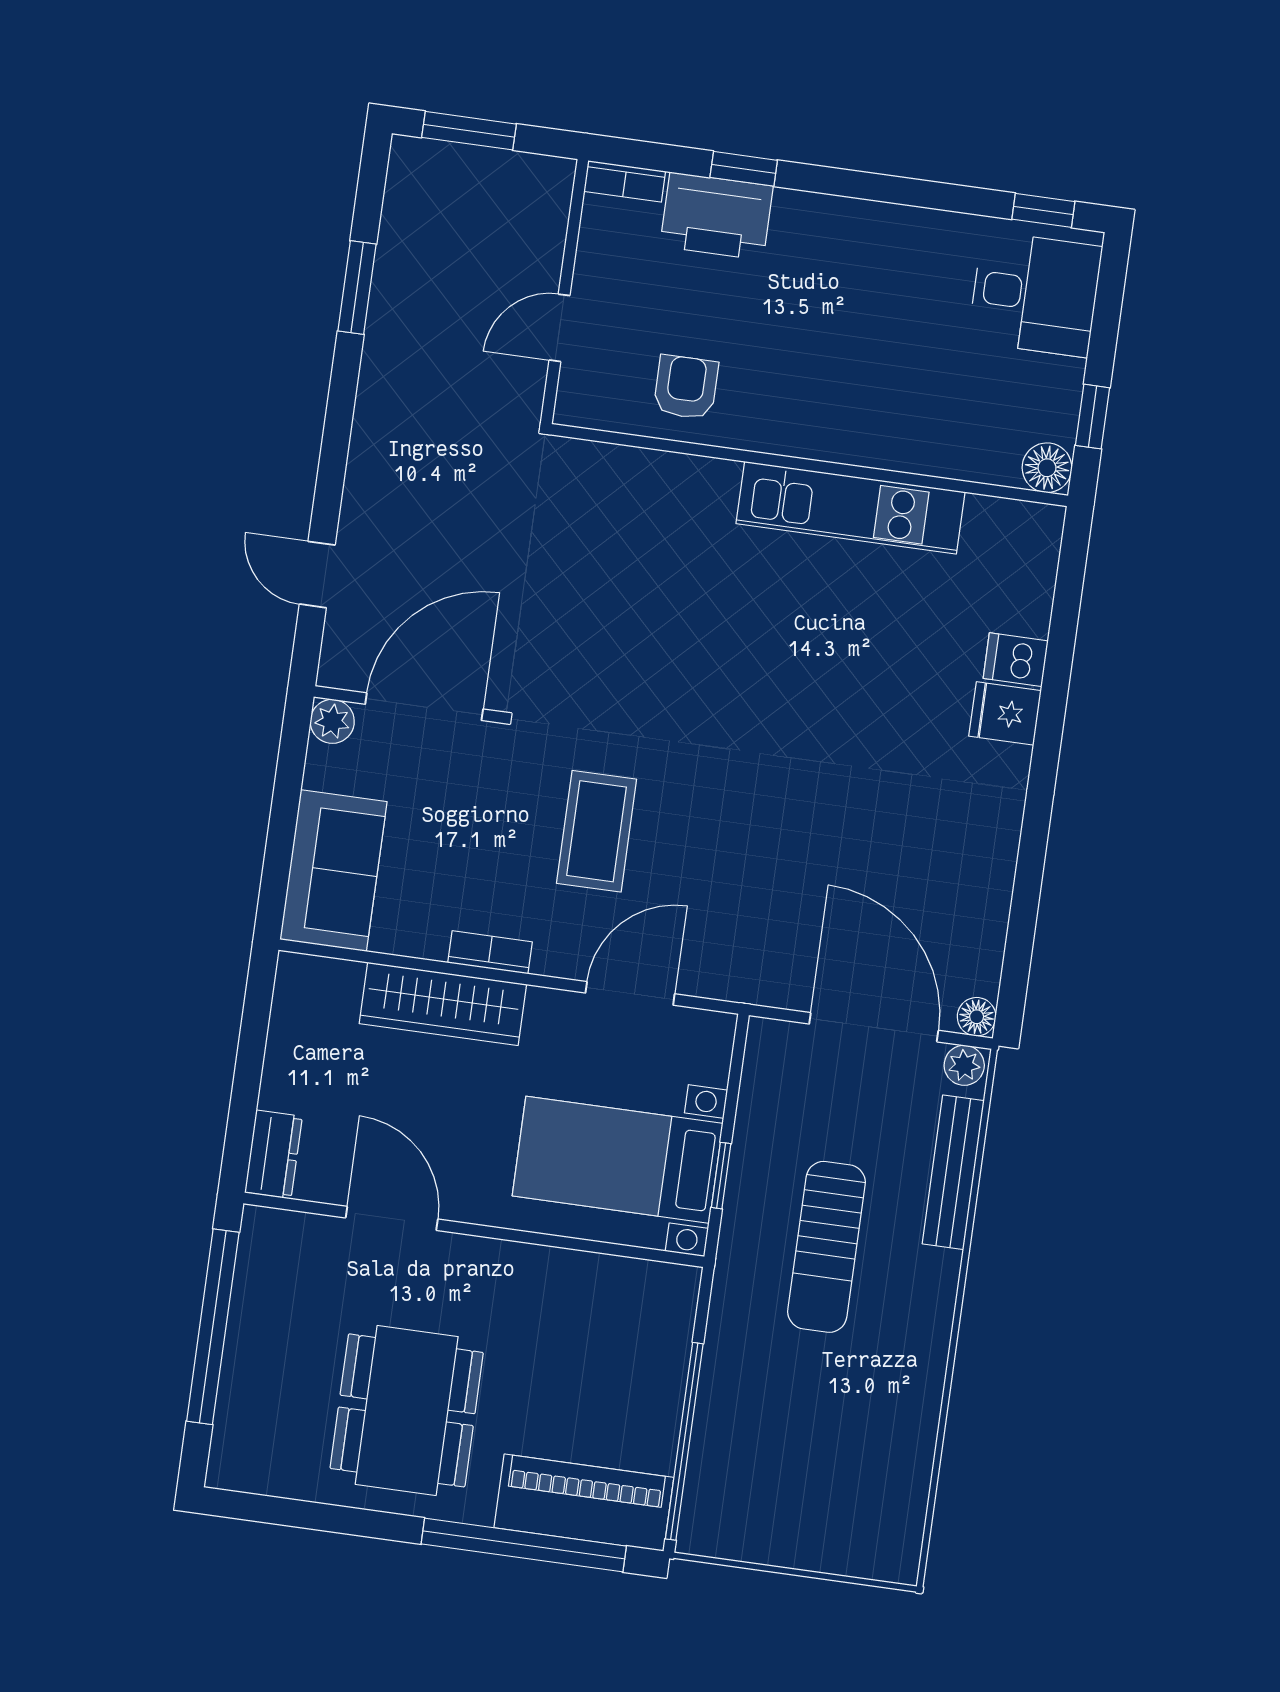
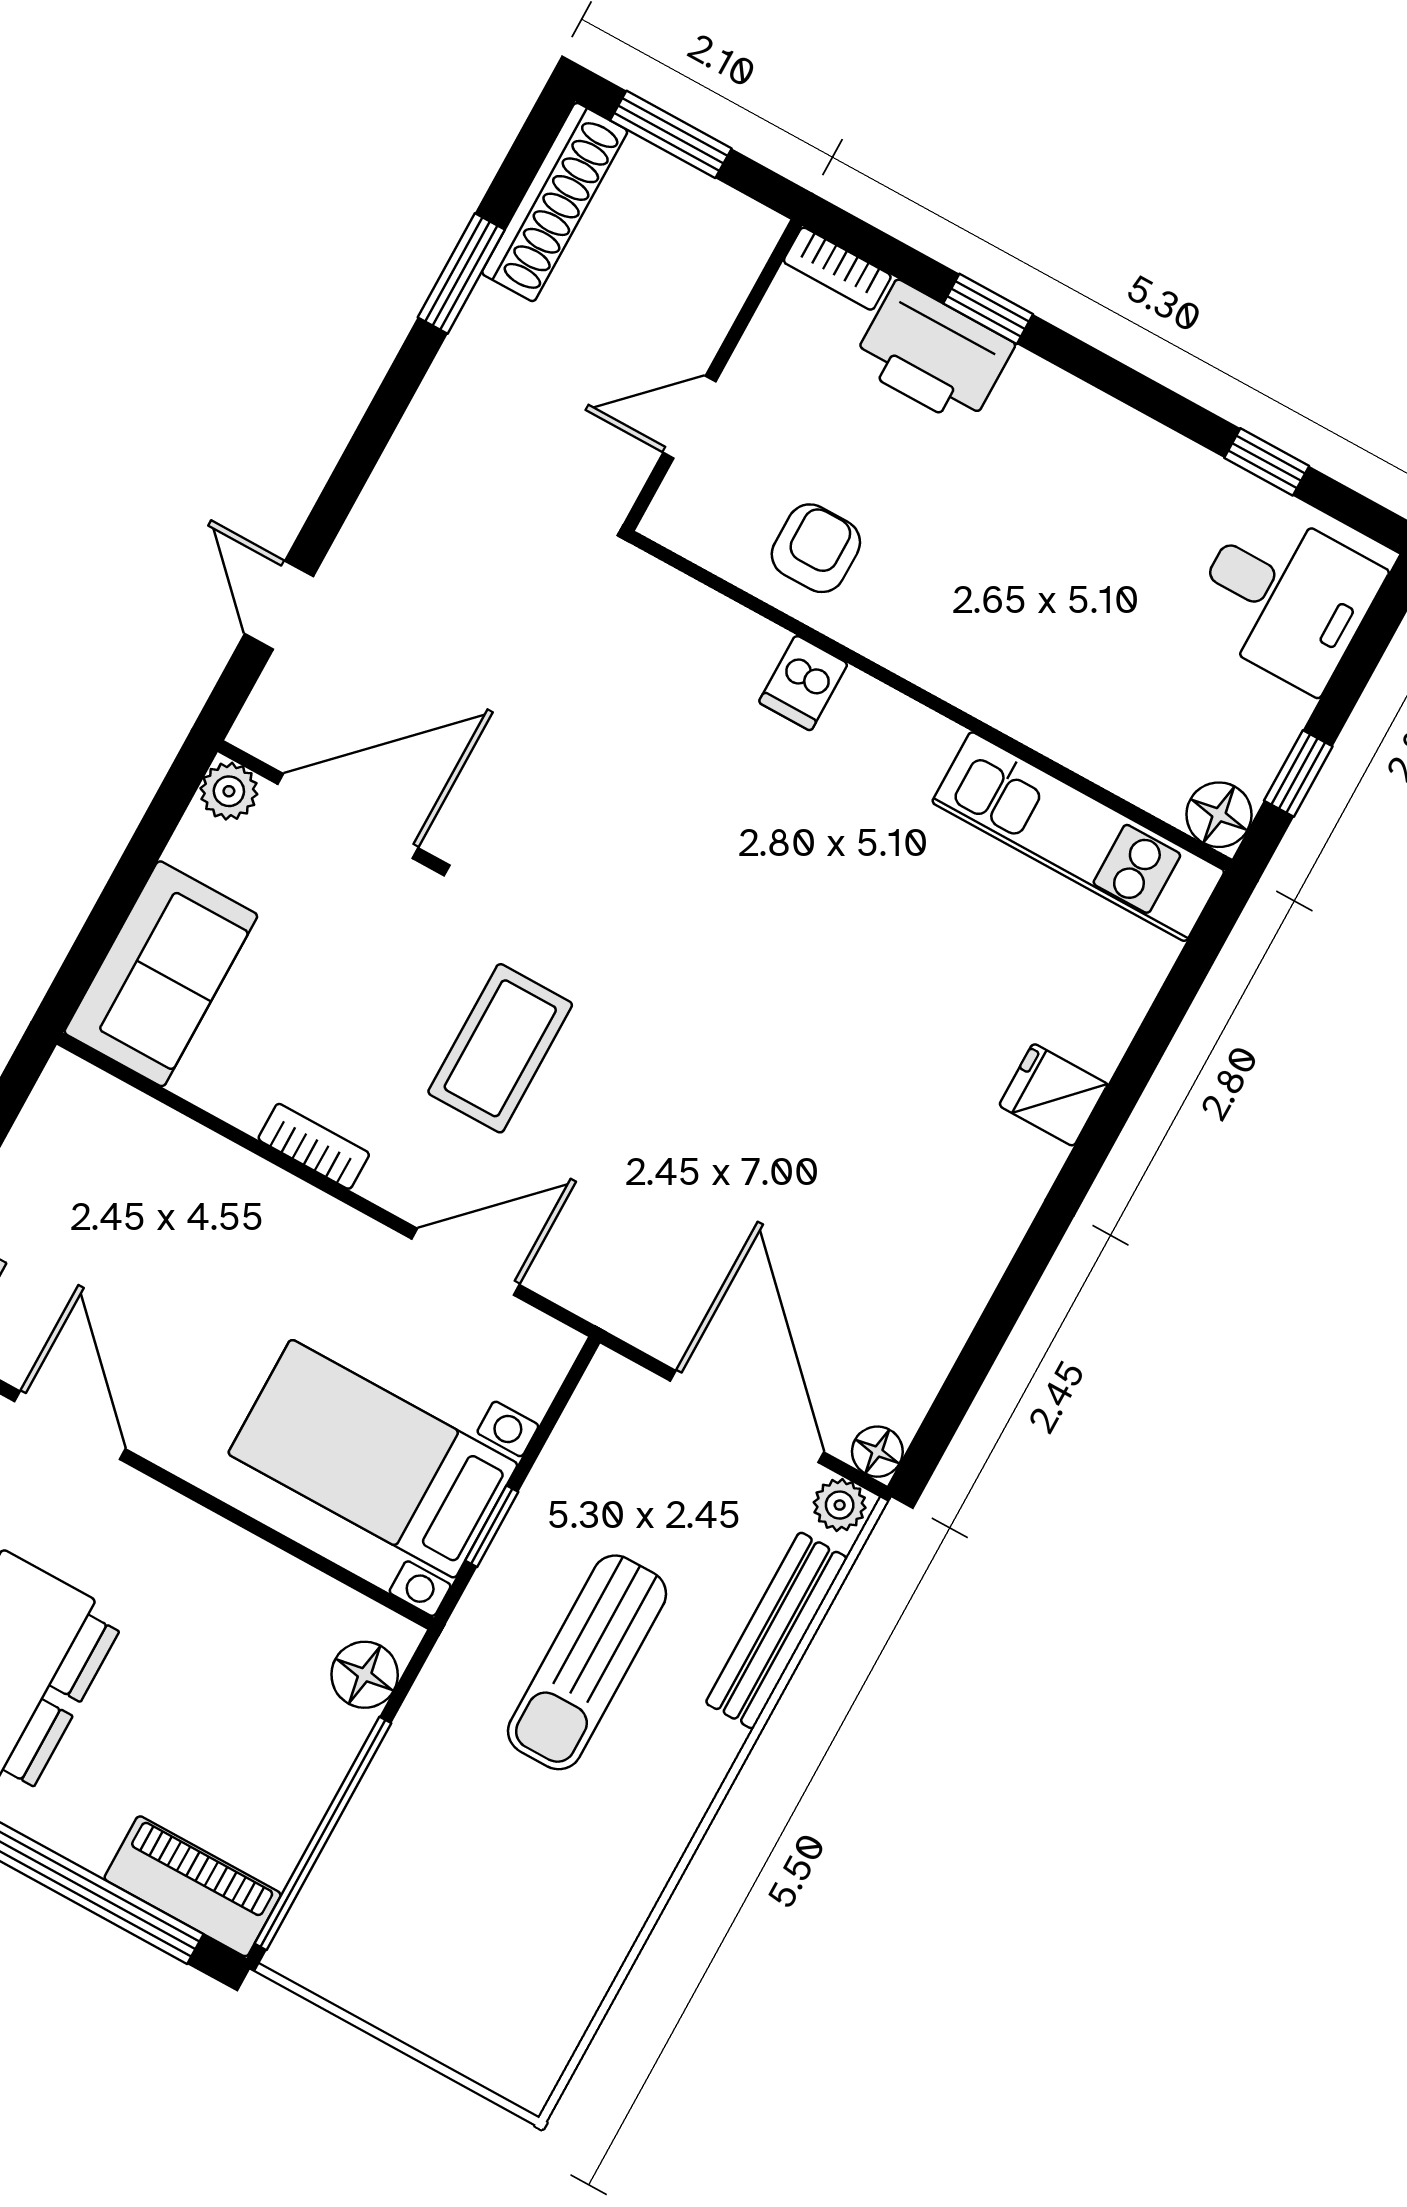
window: (1043, 210) -> (1267, 462), moved
shoe rack: (404, 211) -> (555, 202), added
kitchen unit: (851, 508) -> (1078, 837), moved
dishwasher: (1016, 660) -> (803, 683), moved, turned -90
wardrobe: (443, 1004) -> (232, 1187), removed
floor lamp: (671, 1316) -> (365, 1675), added
piano: (584, 1503) -> (193, 1886), width x0.73, depth x0.75

